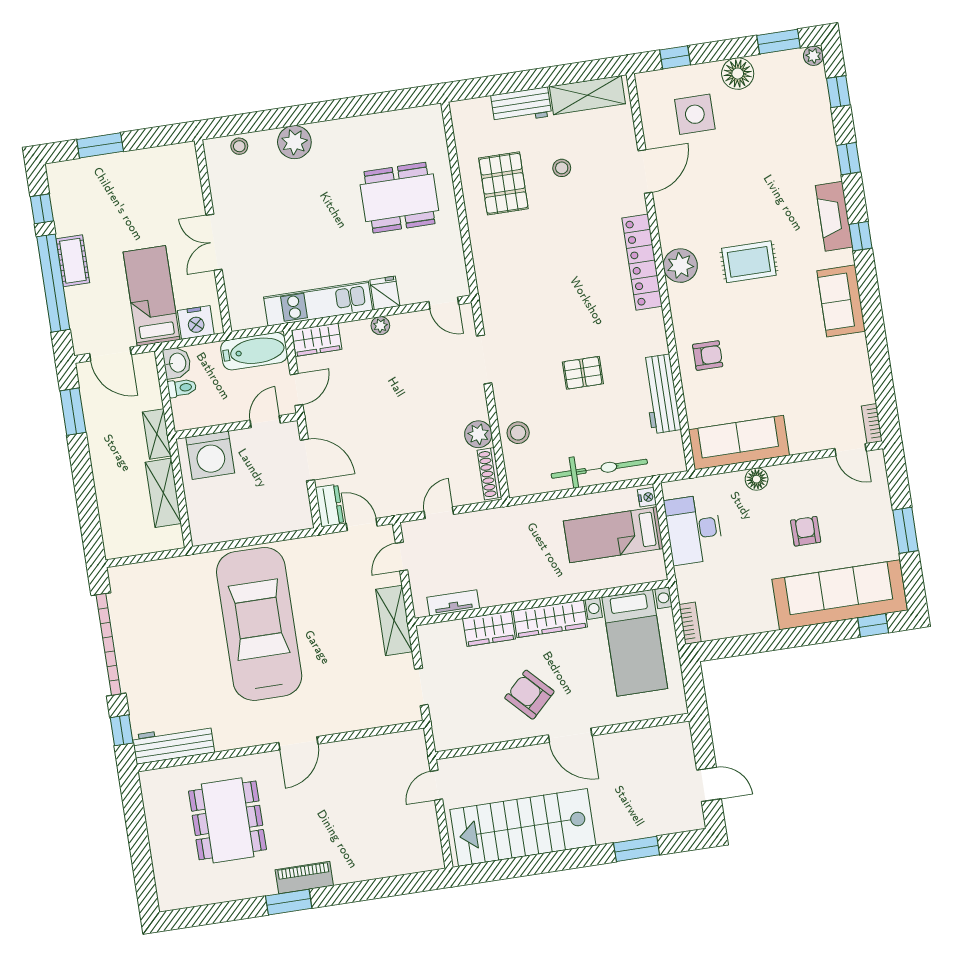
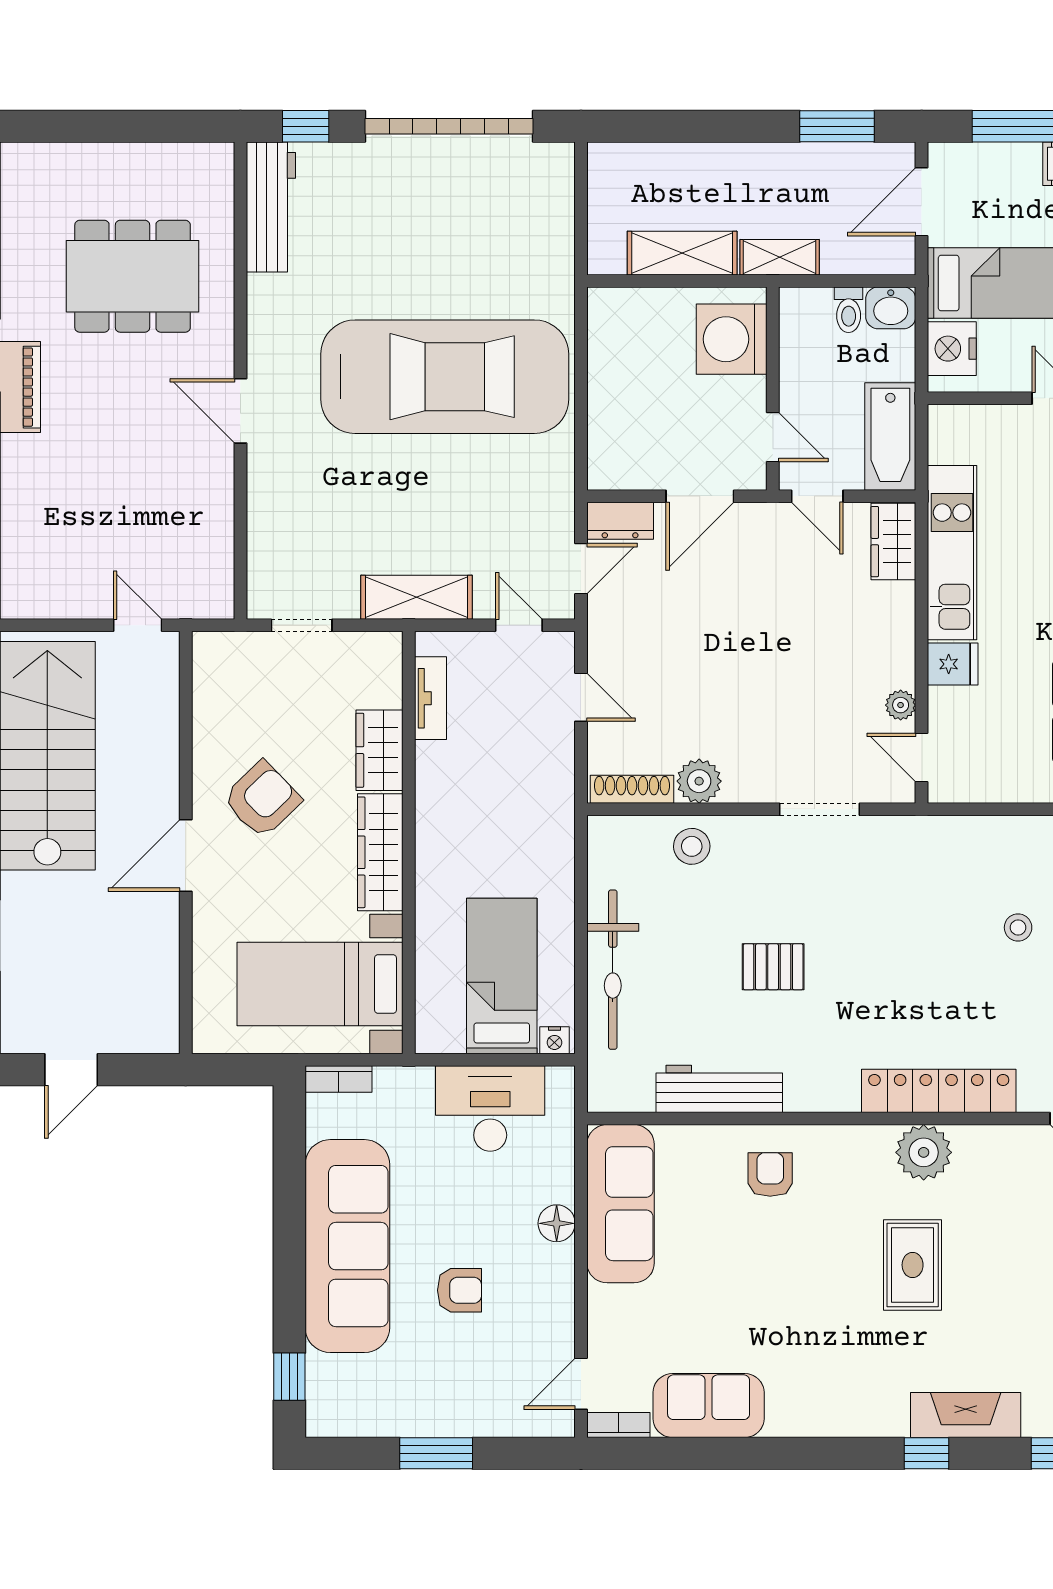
stool: (537, 230) -> (1018, 928), added
sofa: (841, 301) -> (709, 1406), moved
door: (444, 303) -> (922, 758), hinge flipped
plant: (380, 326) -> (901, 705), moved
armchair: (708, 356) -> (770, 1174), turned 180
pallet: (583, 373) -> (773, 967), turned 90
sofa: (840, 595) -> (347, 1246), moved

